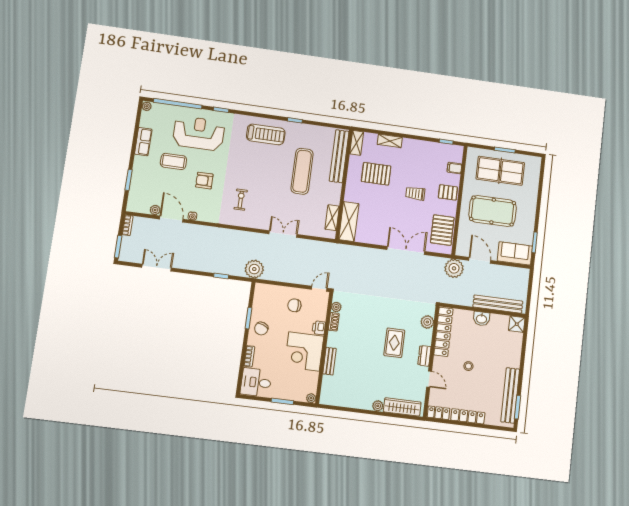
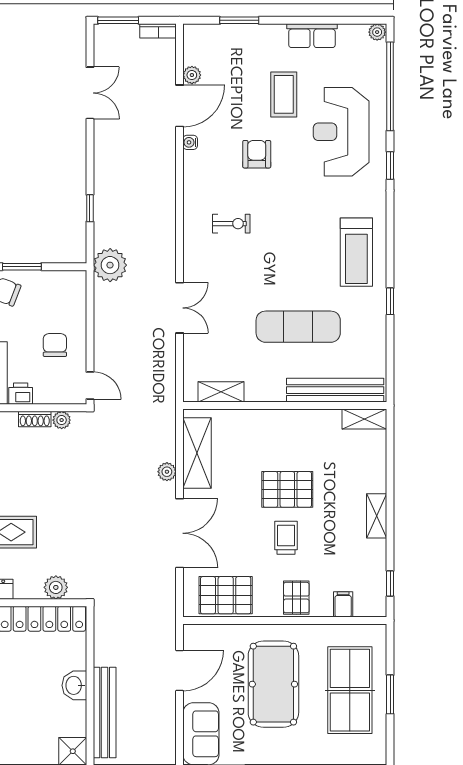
reception desk: (199, 133) -> (341, 132), turned 180
shelving: (390, 141) -> (377, 516), moved
pallet: (376, 174) -> (287, 489), moved, turned 90
shelving: (349, 221) -> (197, 453), moved, turned 90
plant: (454, 268) -> (167, 472), moved, width x0.53, depth x0.53

